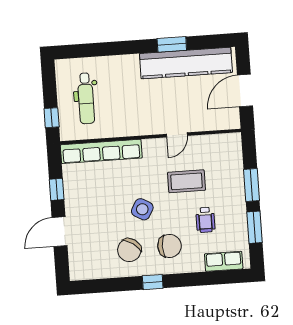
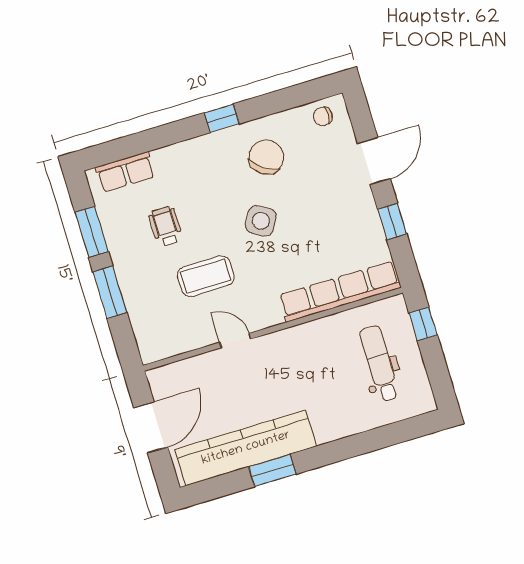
door: (177, 135) -> (235, 341), hinge flipped
chair: (170, 246) -> (323, 116), moved, width x0.54, depth x0.54

